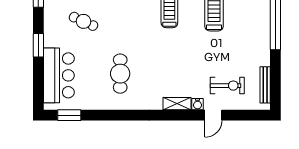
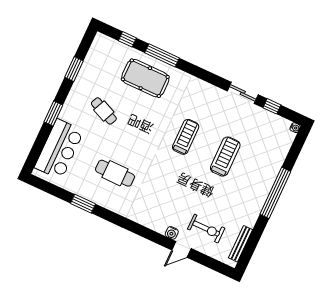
cafe table: (120, 74) -> (115, 173), turned 90
shelving: (177, 104) -> (153, 224), removed
window: (69, 115) -> (83, 204), moved

